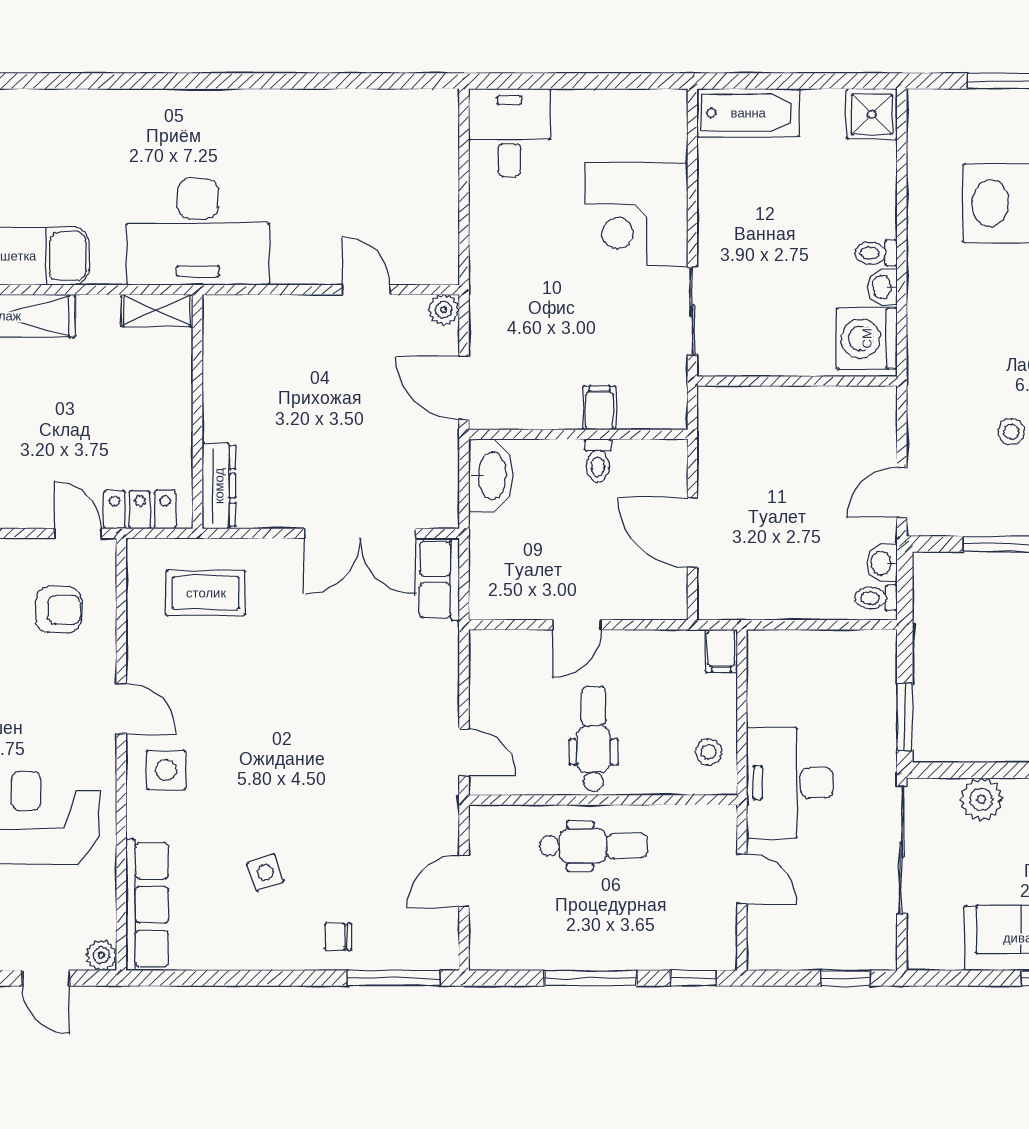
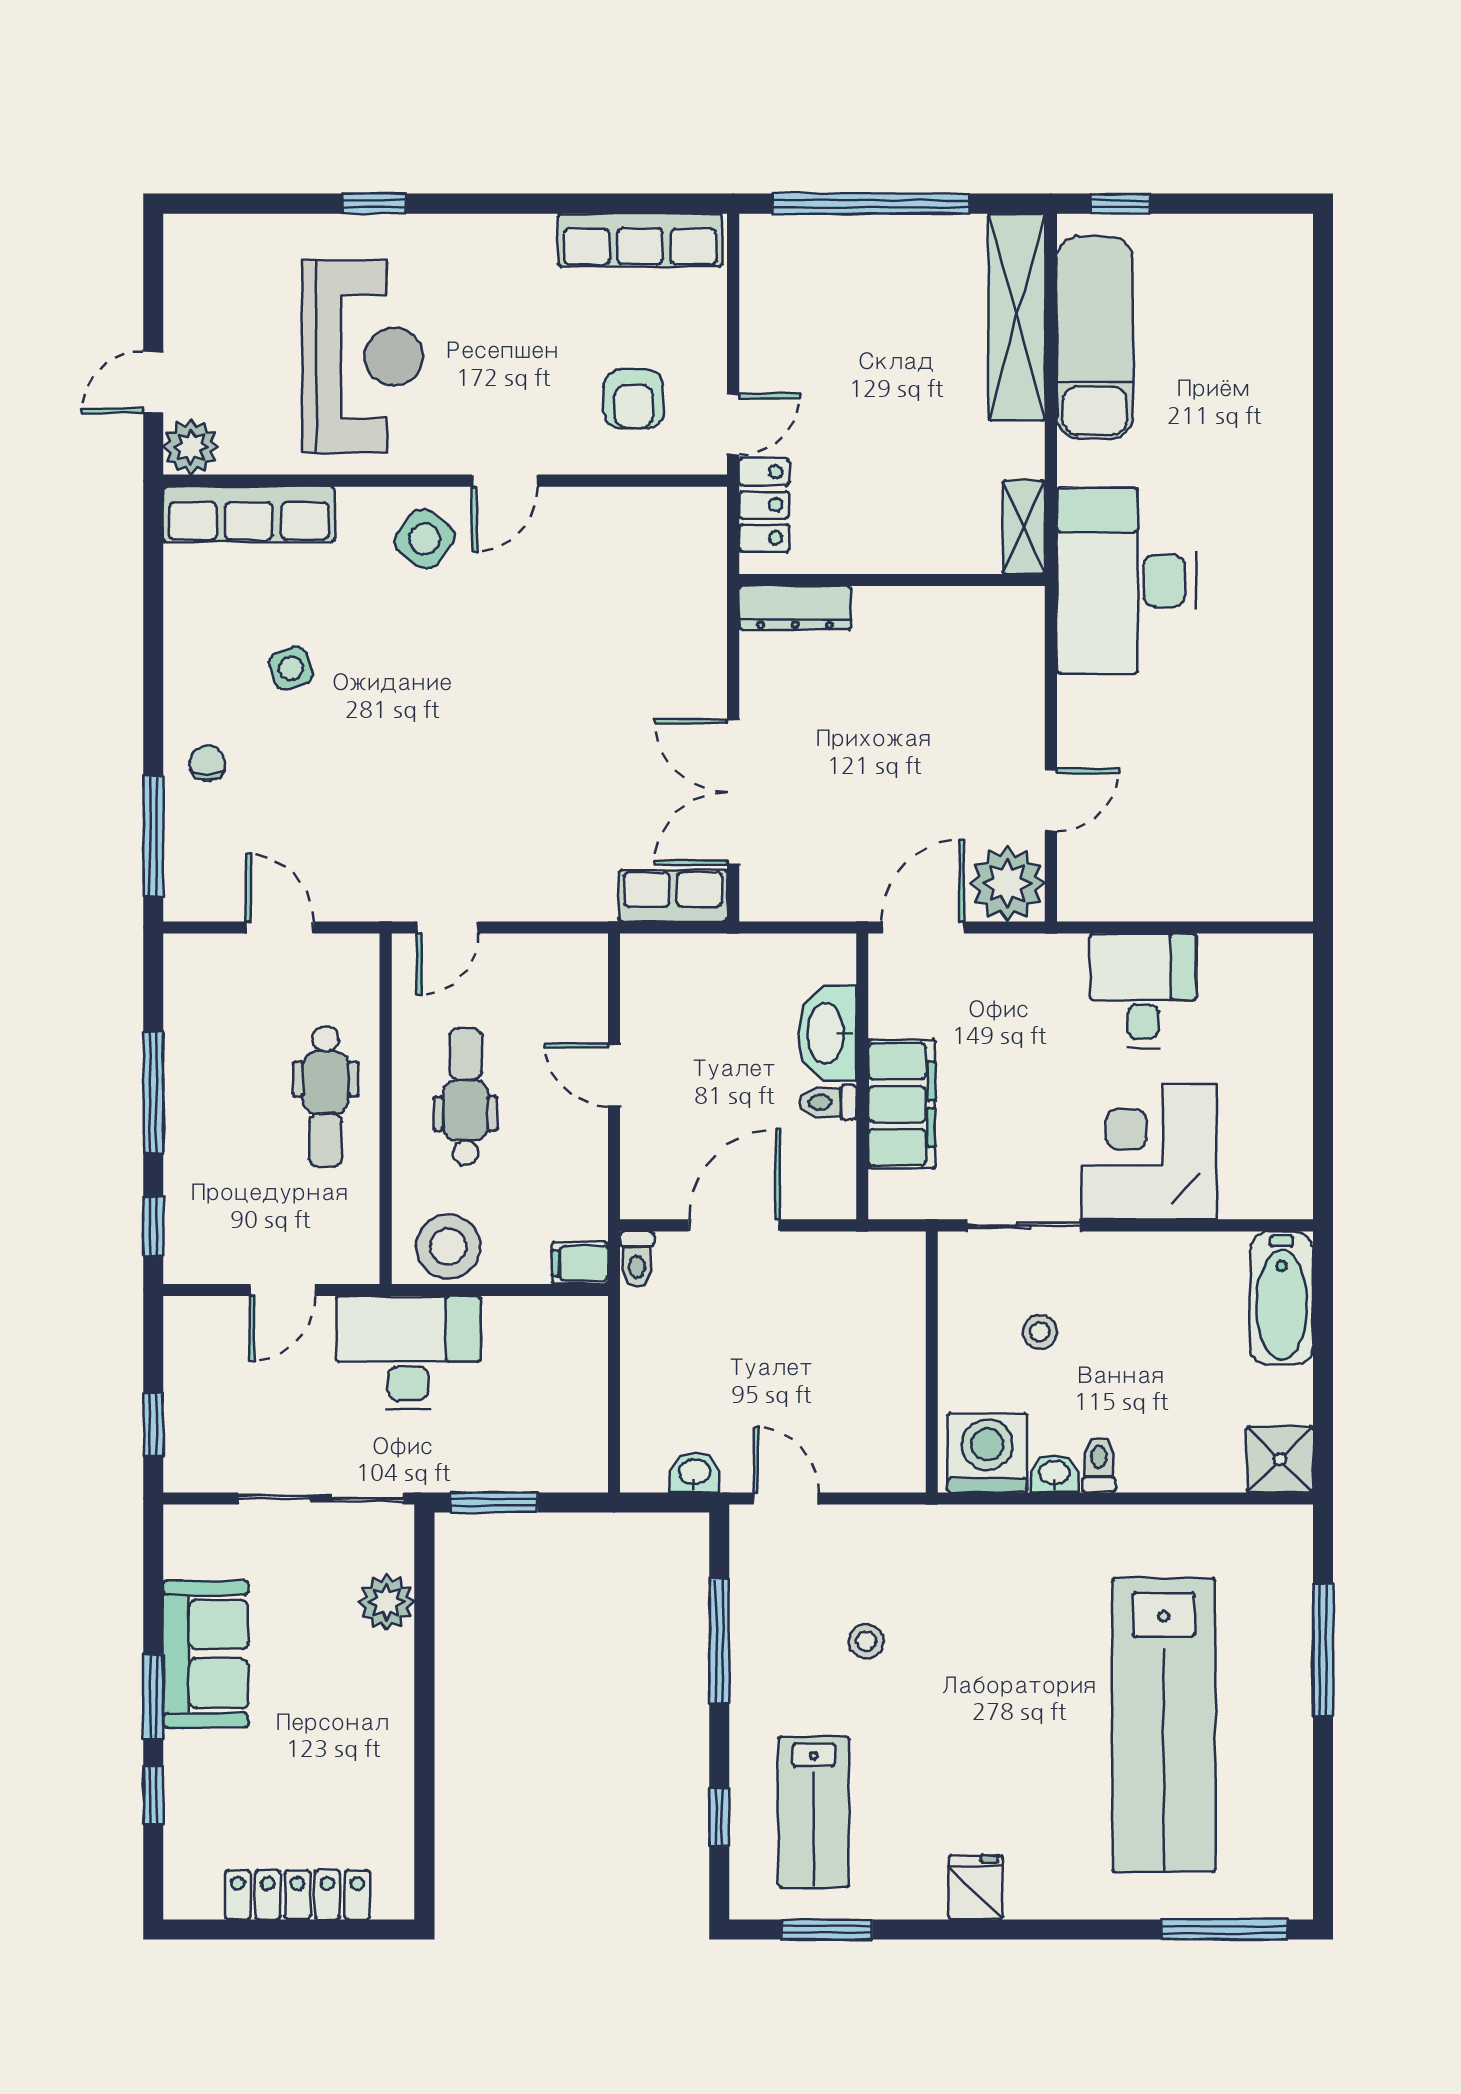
desk: (509, 133) -> (1143, 991), moved, turned -90
stool: (774, 298) -> (1040, 1332), added
plant: (444, 310) -> (1007, 883), width x1.87, depth x1.87
filing cabinet: (599, 408) -> (902, 1104), width x3.00, depth x1.17
washbasin: (491, 476) -> (827, 1033), moved, turned 90
coffee table: (206, 593) -> (656, 591), removed
toilet: (876, 598) -> (637, 1259), moved, turned 180
dental chair: (594, 739) -> (465, 1097), turned -90
stool: (709, 752) -> (448, 1247), width x1.89, depth x1.89
side table: (166, 770) -> (424, 539), turned 37
plant: (101, 955) -> (191, 447), width x1.38, depth x1.38

